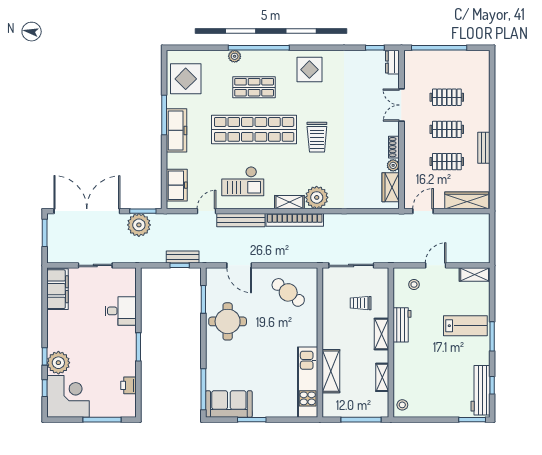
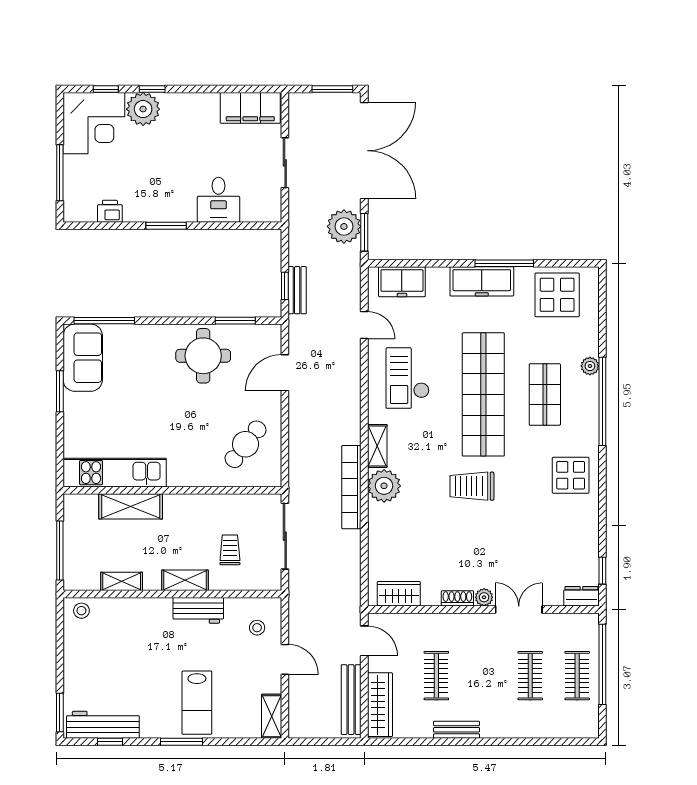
clothes rail: (447, 129) -> (577, 676), moved
plant: (393, 165) -> (484, 597), moved
bench: (241, 220) -> (351, 700), moved
bookcase: (295, 220) -> (351, 487), moved

